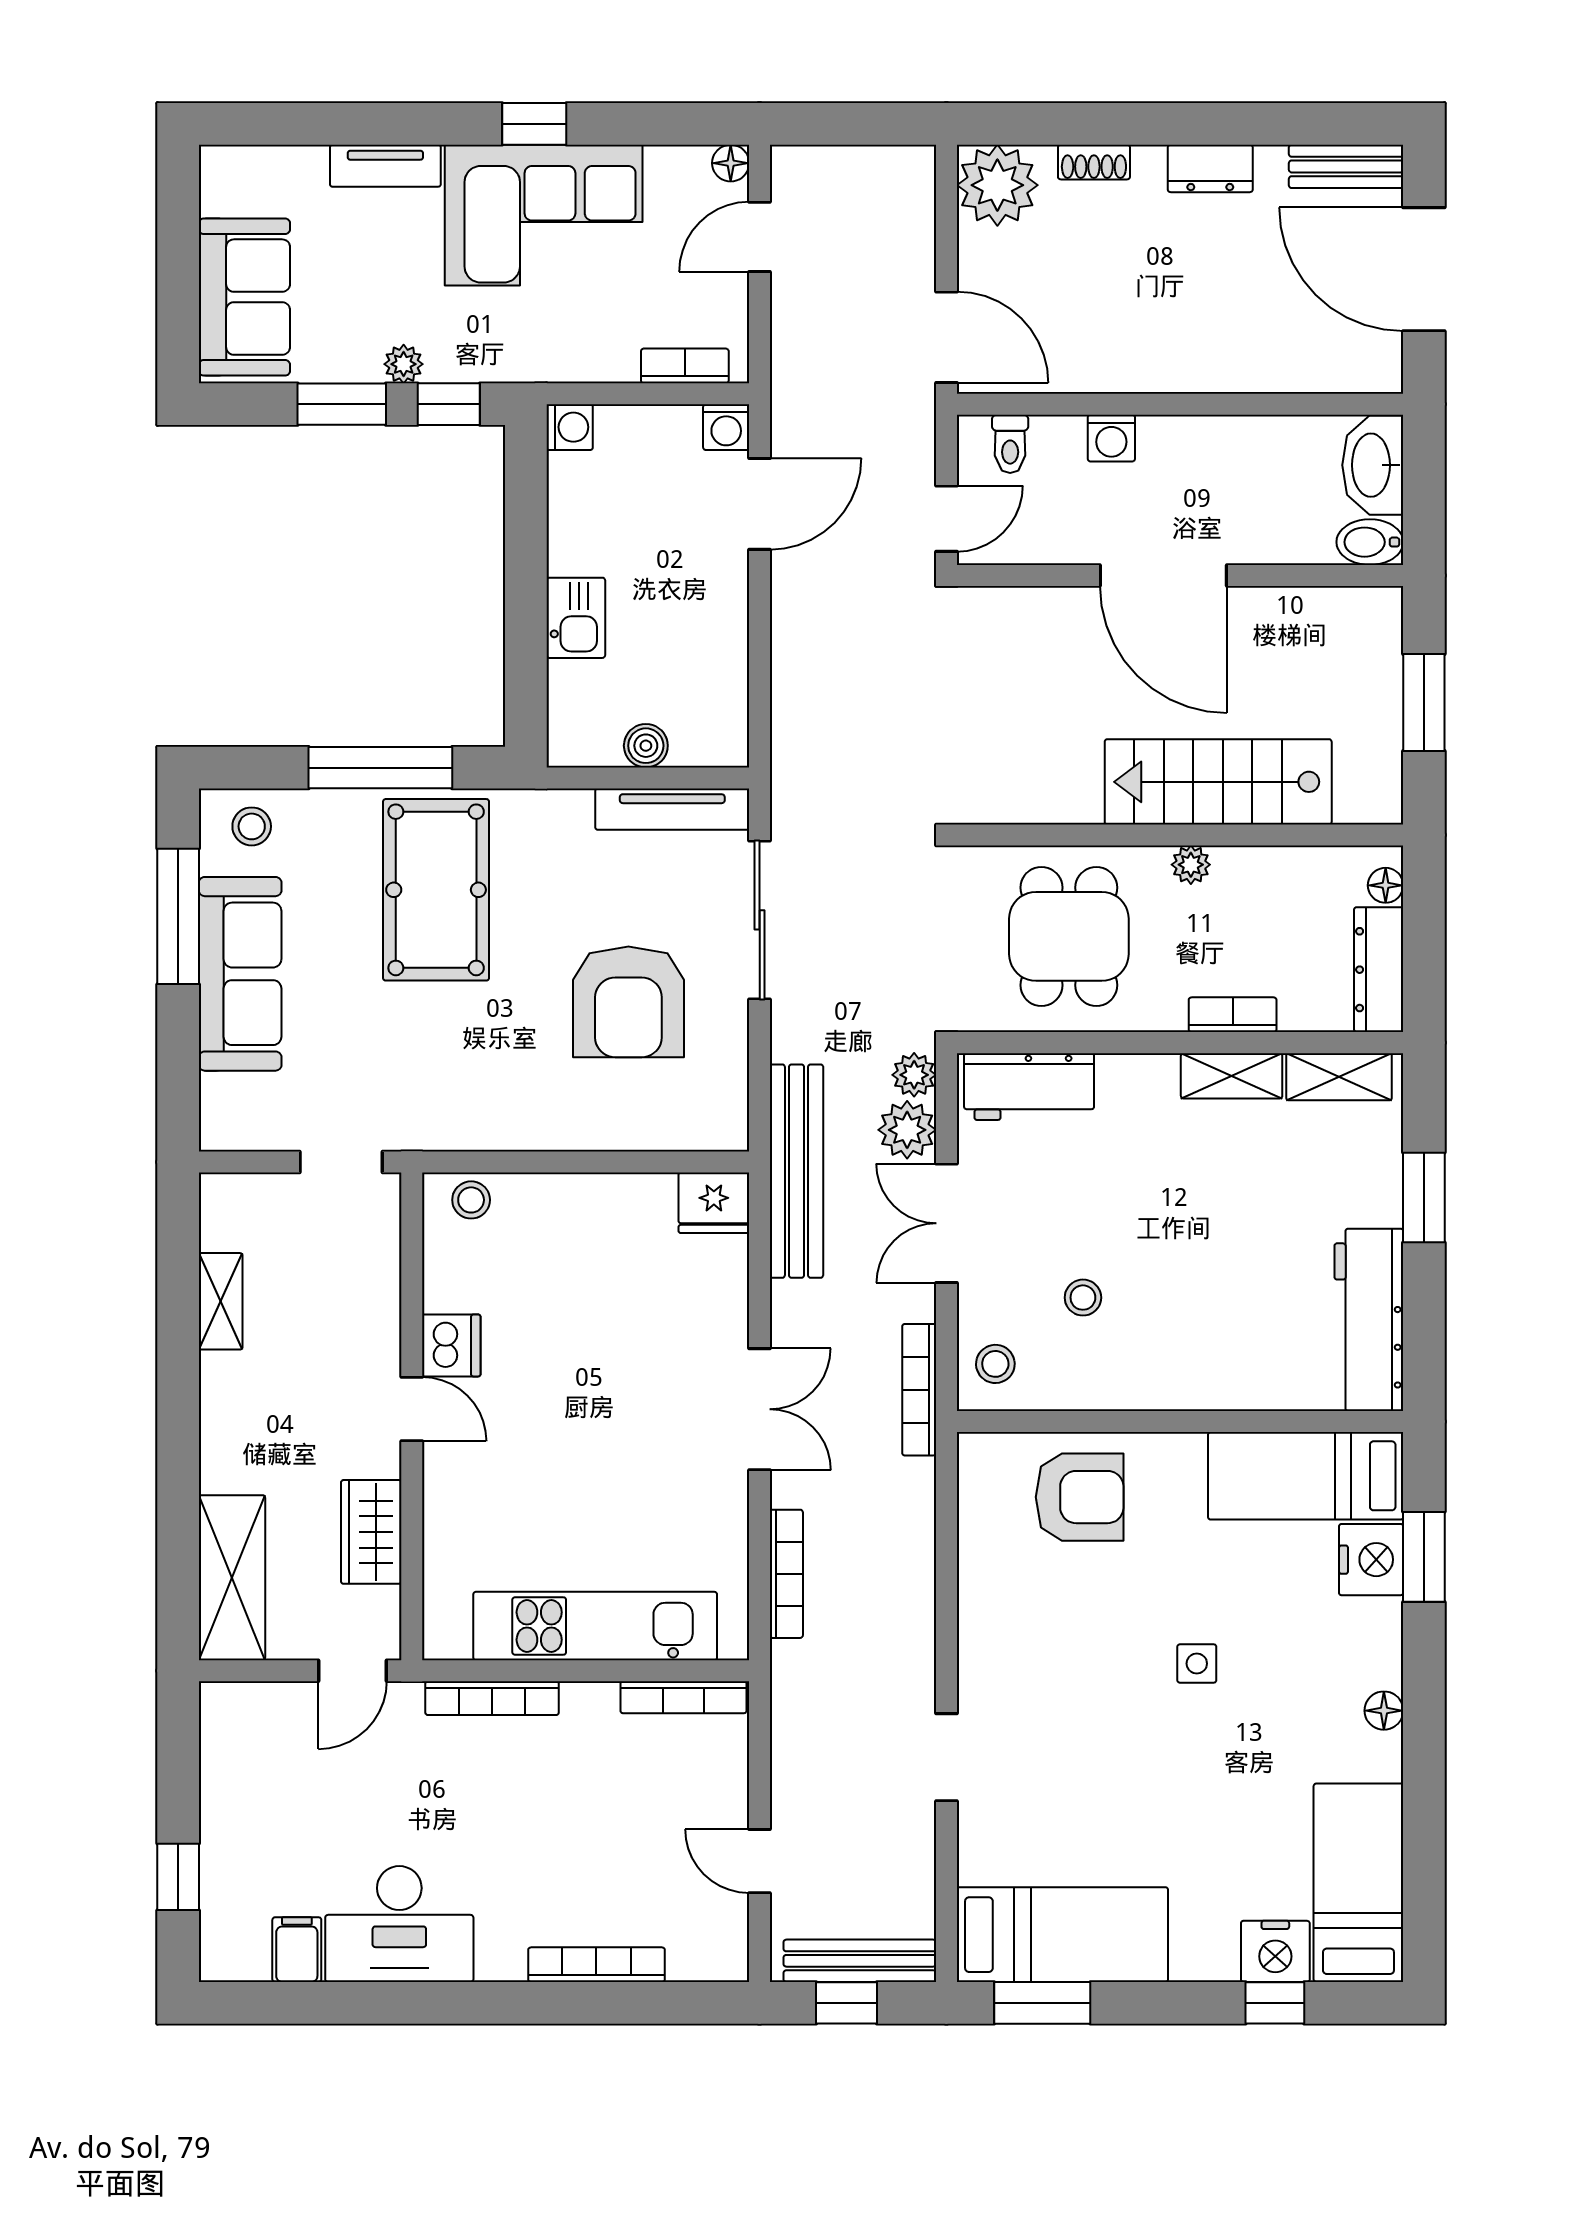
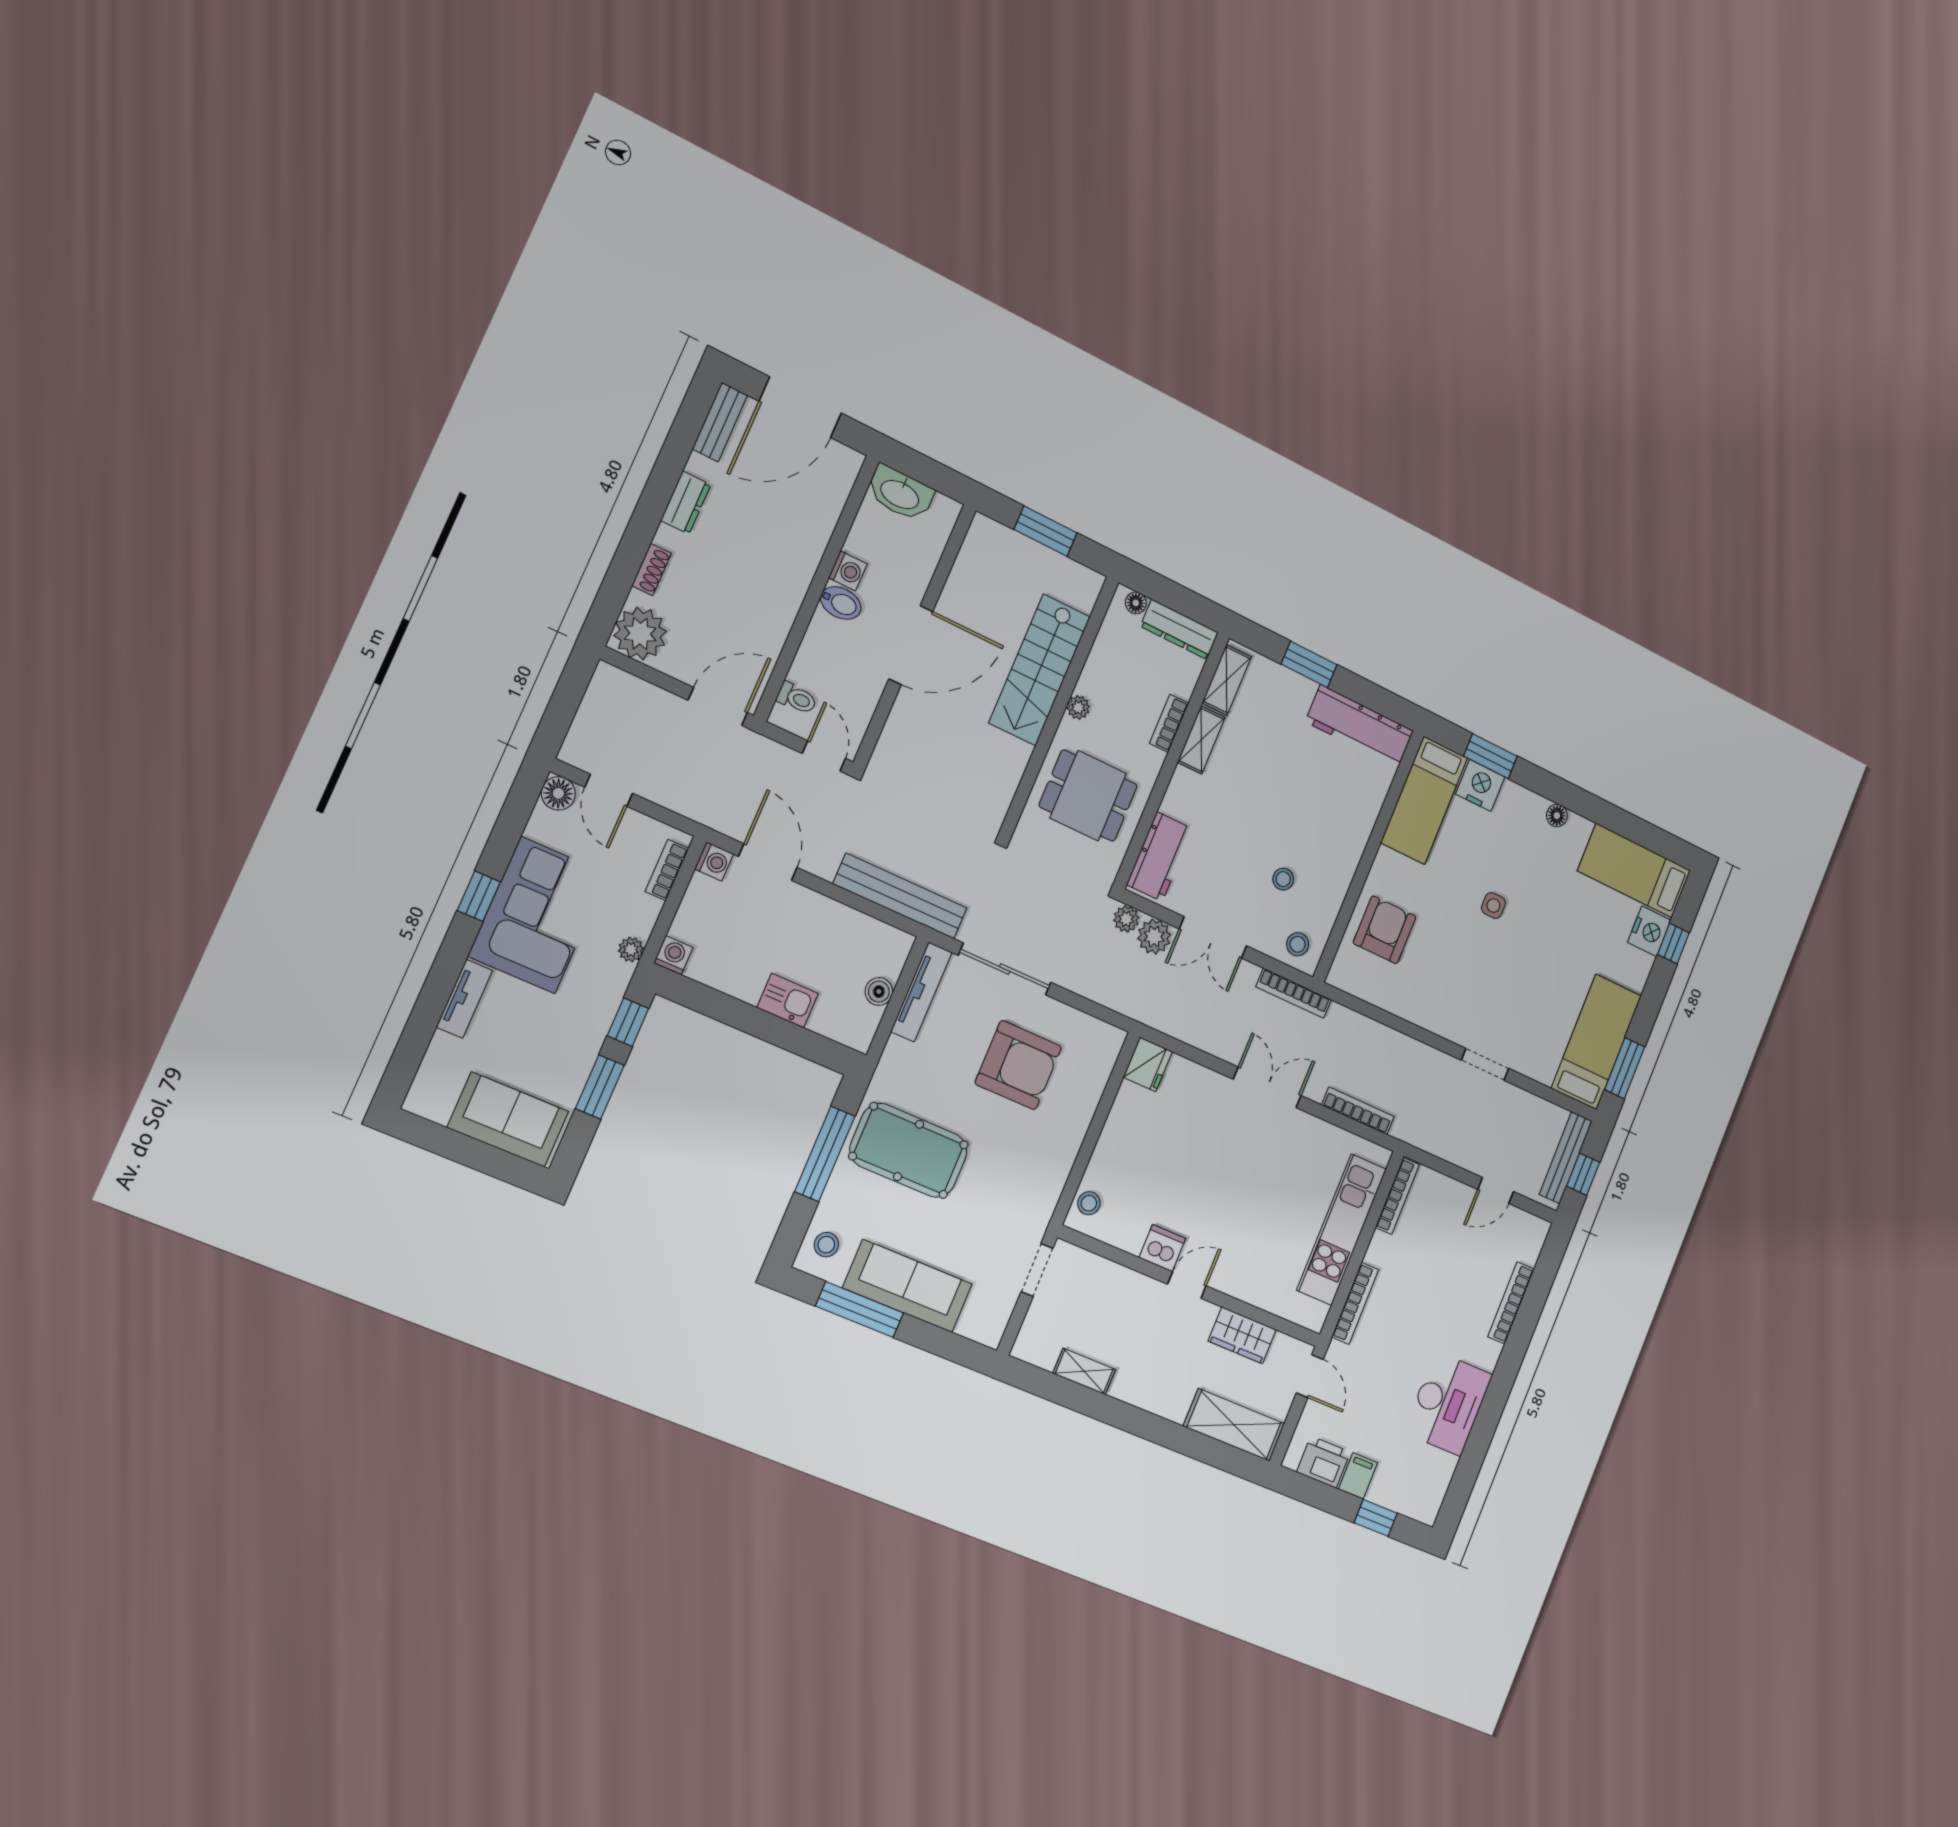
floor lamp: (731, 163) -> (558, 793), width x1.37, depth x1.37
plant: (404, 364) -> (631, 950), moved
washing machine: (1111, 438) -> (848, 571), moved
bidet: (1370, 542) -> (841, 603), moved, turned -90
bench: (796, 1171) -> (900, 896), moved
printer: (231, 1751) -> (1324, 1462), added
filing cabinet: (297, 1950) -> (1358, 1476), moved, turned 90

